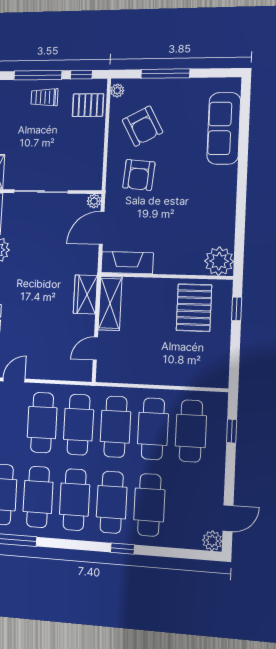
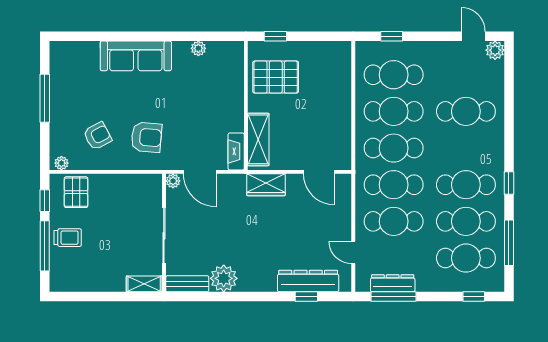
window: (165, 74) -> (45, 98), moved
trolley: (44, 97) -> (68, 238), turned -90
armchair: (142, 126) -> (98, 136), width x0.72, depth x0.72
sofa: (224, 128) -> (136, 56), moved
plant: (219, 261) -> (198, 48), moved, width x0.53, depth x0.53
fireplace: (127, 263) -> (236, 151), width x0.73, depth x0.76
shelving: (110, 303) -> (258, 139), moved, turned 90
door: (95, 349) -> (319, 172), width x1.38
cafe table: (112, 502) -> (466, 148), removed
window: (122, 549) -> (509, 183), moved

